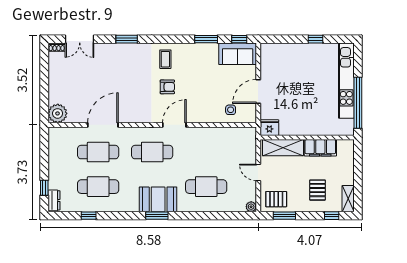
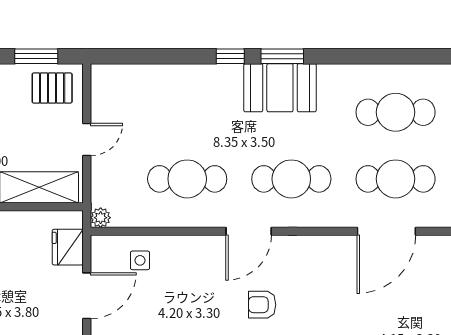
fridge: (269, 128) -> (68, 247), moved, turned 90
door: (258, 172) -> (87, 140), hinge flipped
cafe table: (206, 187) -> (187, 179), moved
plant: (251, 207) -> (101, 218), moved
window: (89, 216) -> (230, 56), moved

